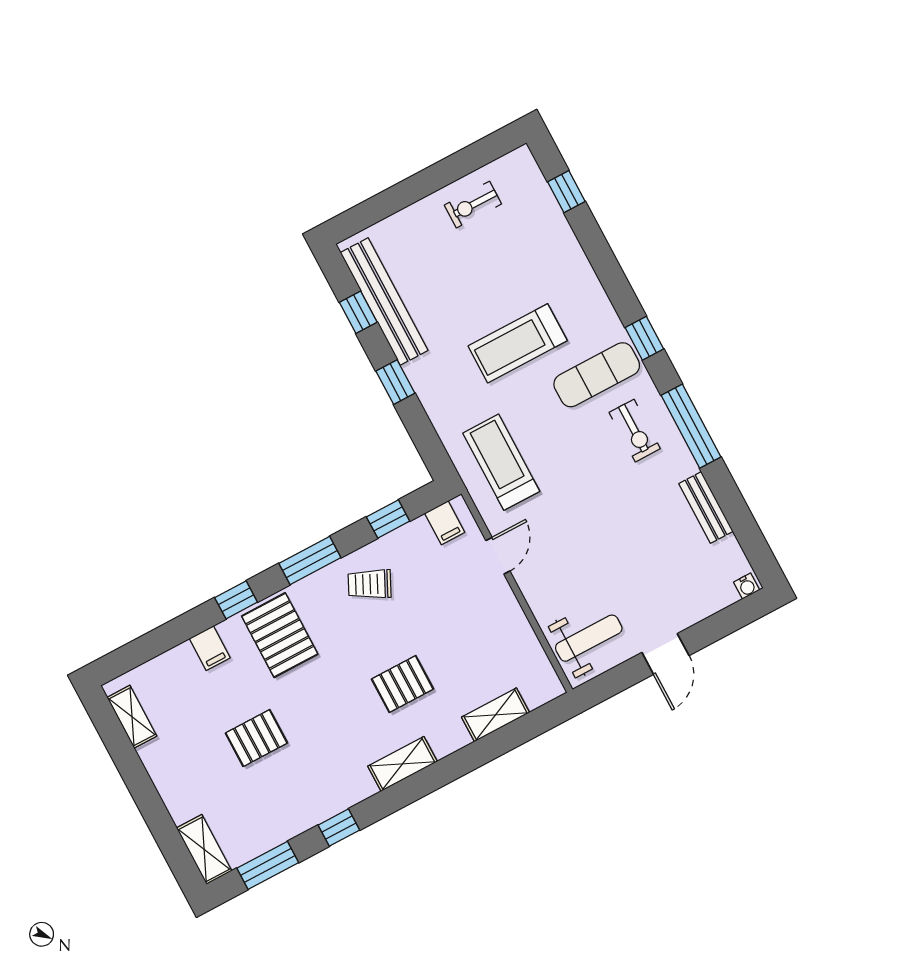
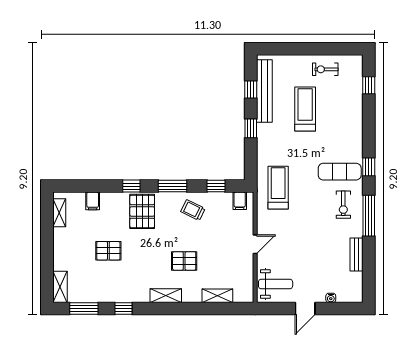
treadmill: (518, 343) -> (305, 109), moved, turned 90
door: (498, 556) -> (255, 244), moved
water cooler: (747, 586) -> (331, 298), moved
filing cabinet: (210, 648) -> (93, 201), moved

